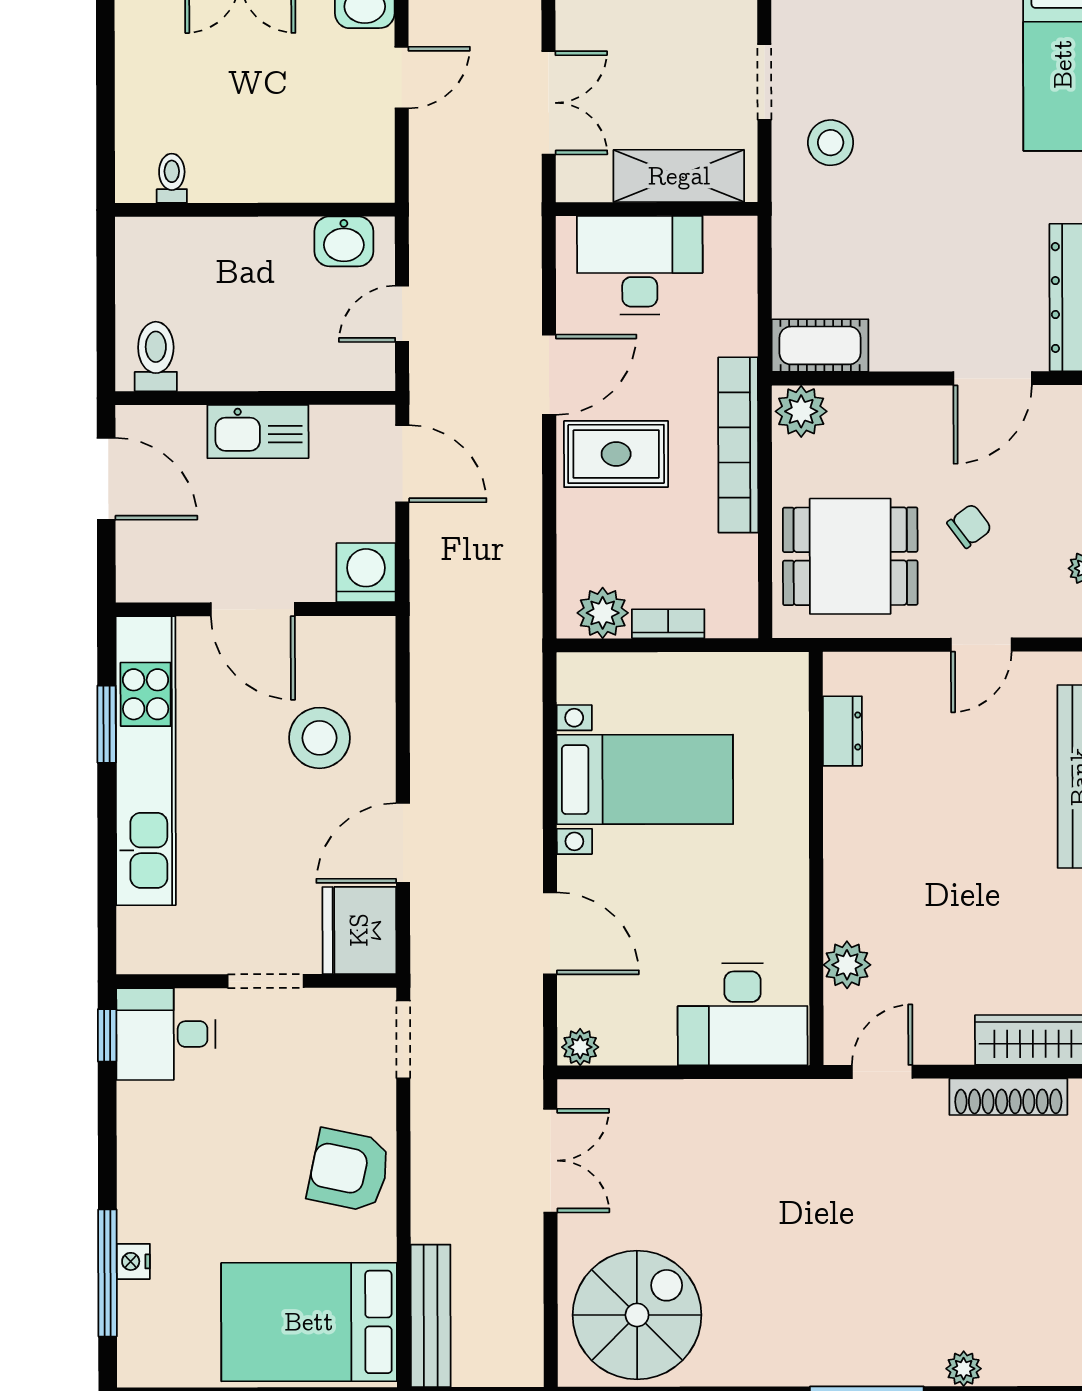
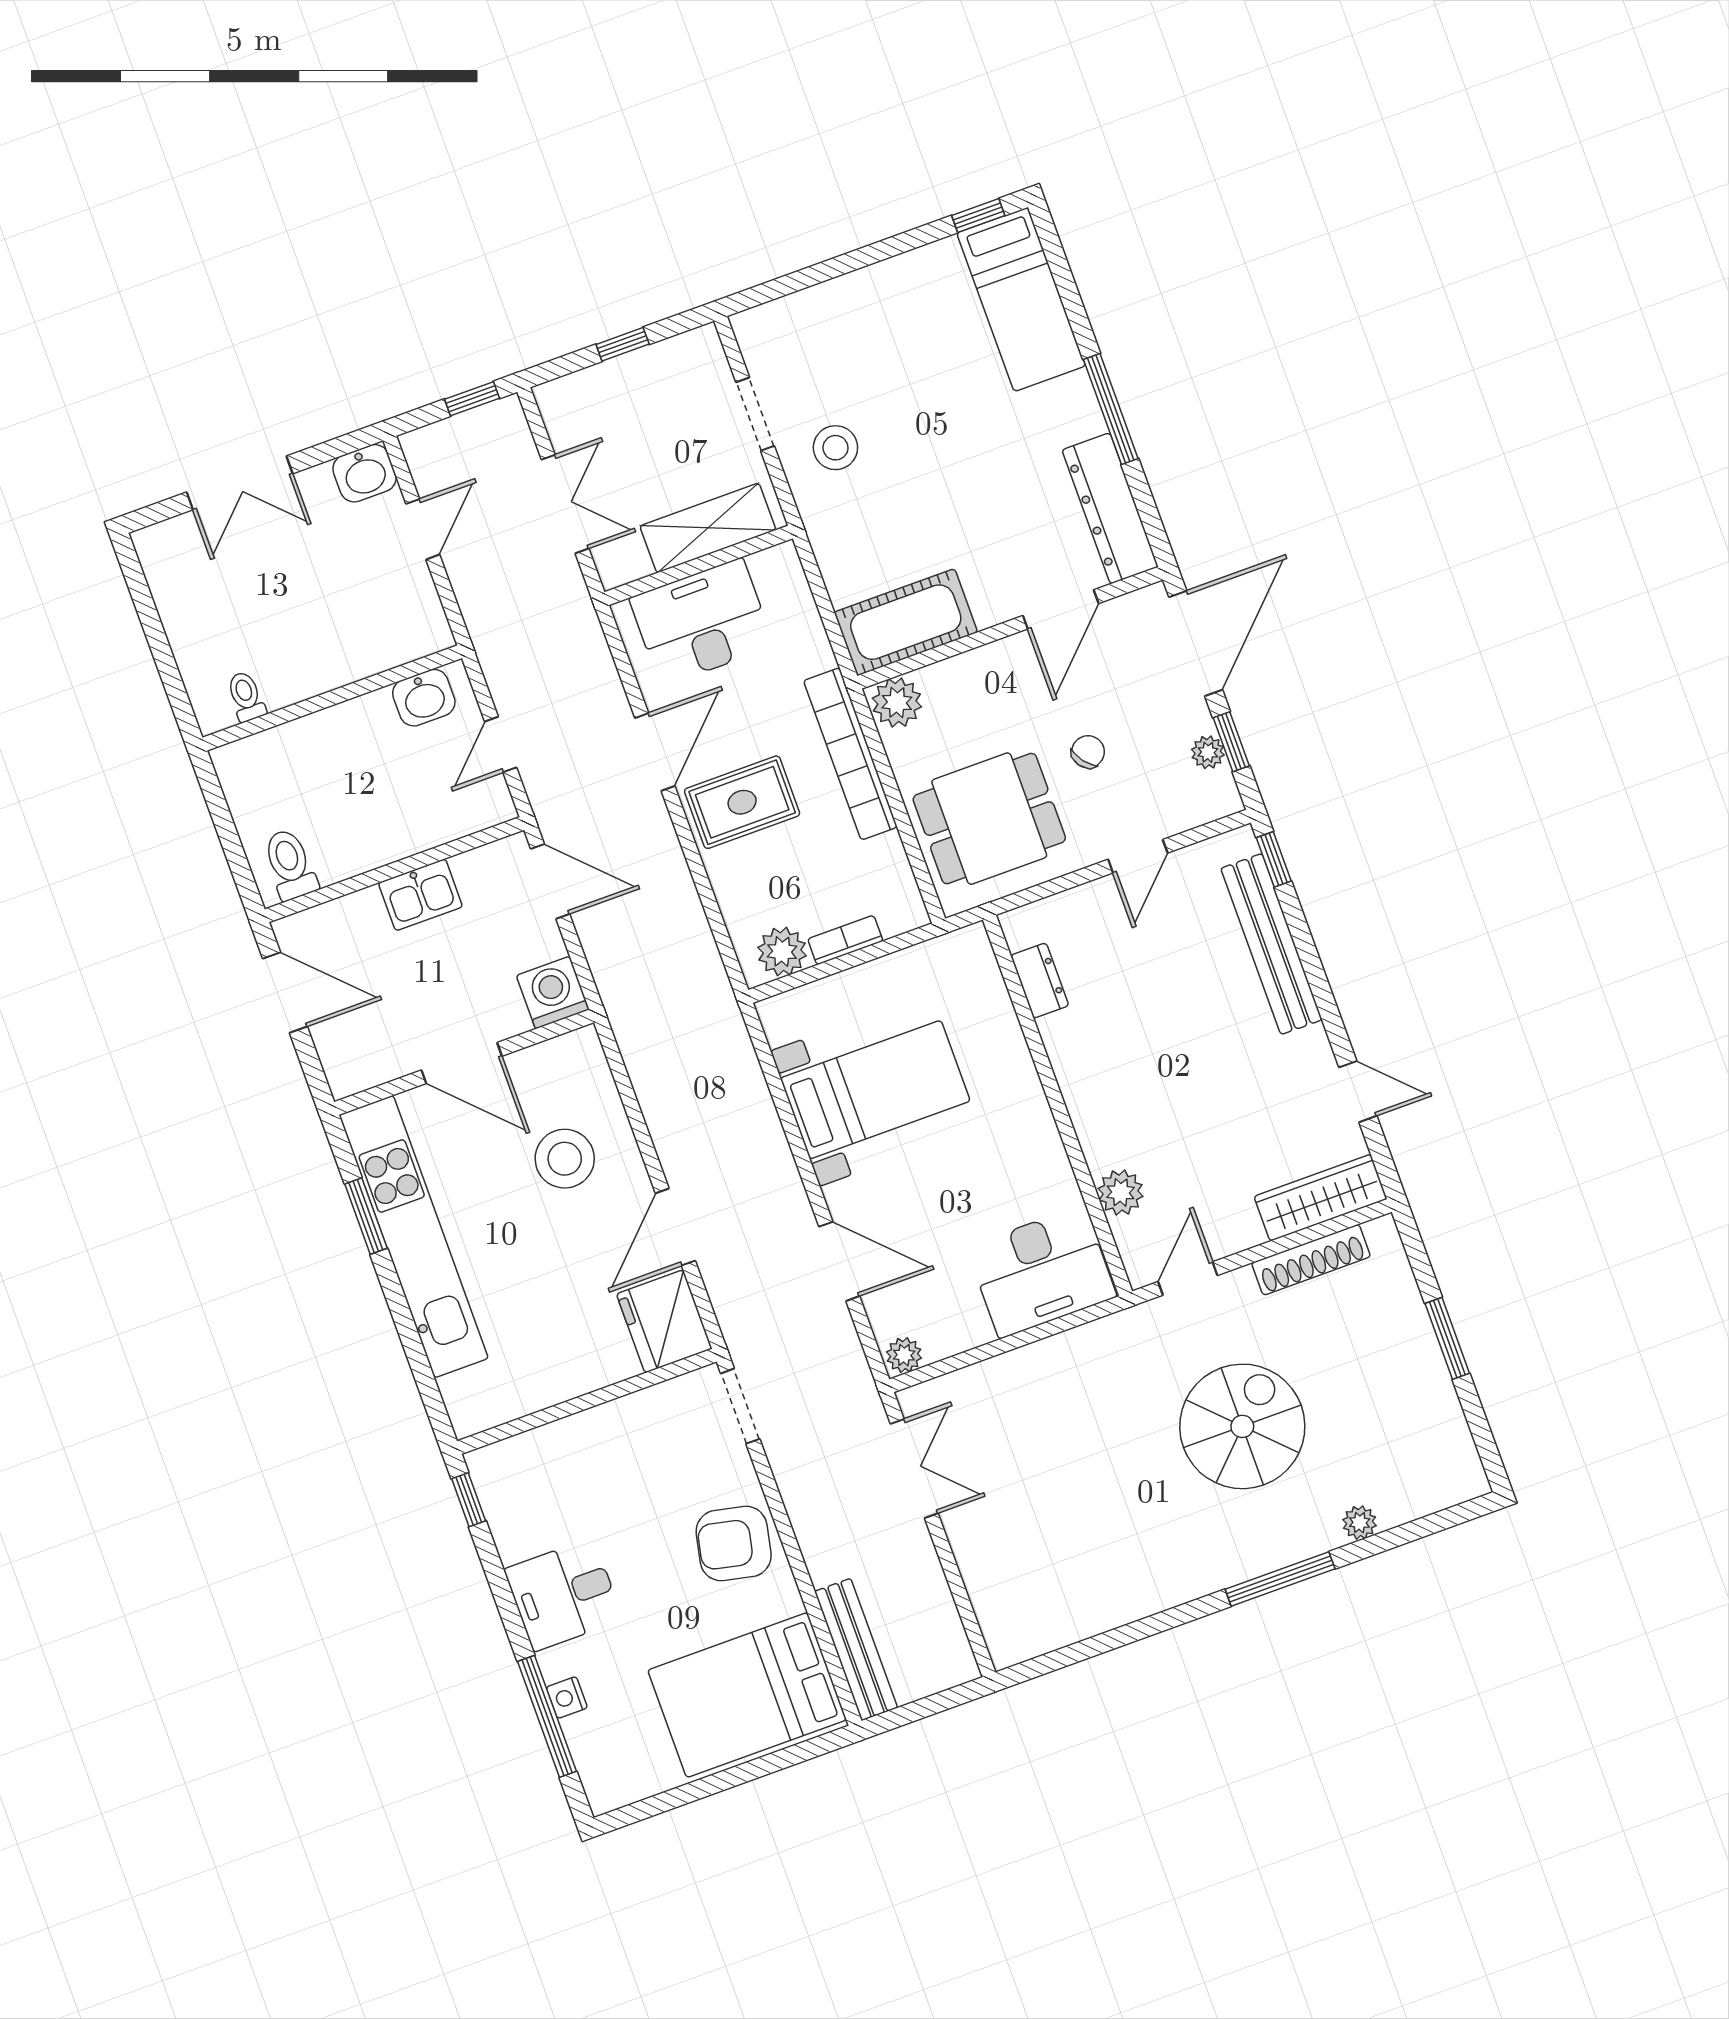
cot: (820, 345) -> (906, 622), width x1.37, depth x1.34
kitchen sink: (258, 432) -> (420, 895), width x0.73
doorway: (266, 981) -> (595, 1398), removed
desk: (166, 1034) -> (563, 1595), moved
spiral stairs: (637, 1315) -> (1242, 1426), moved

